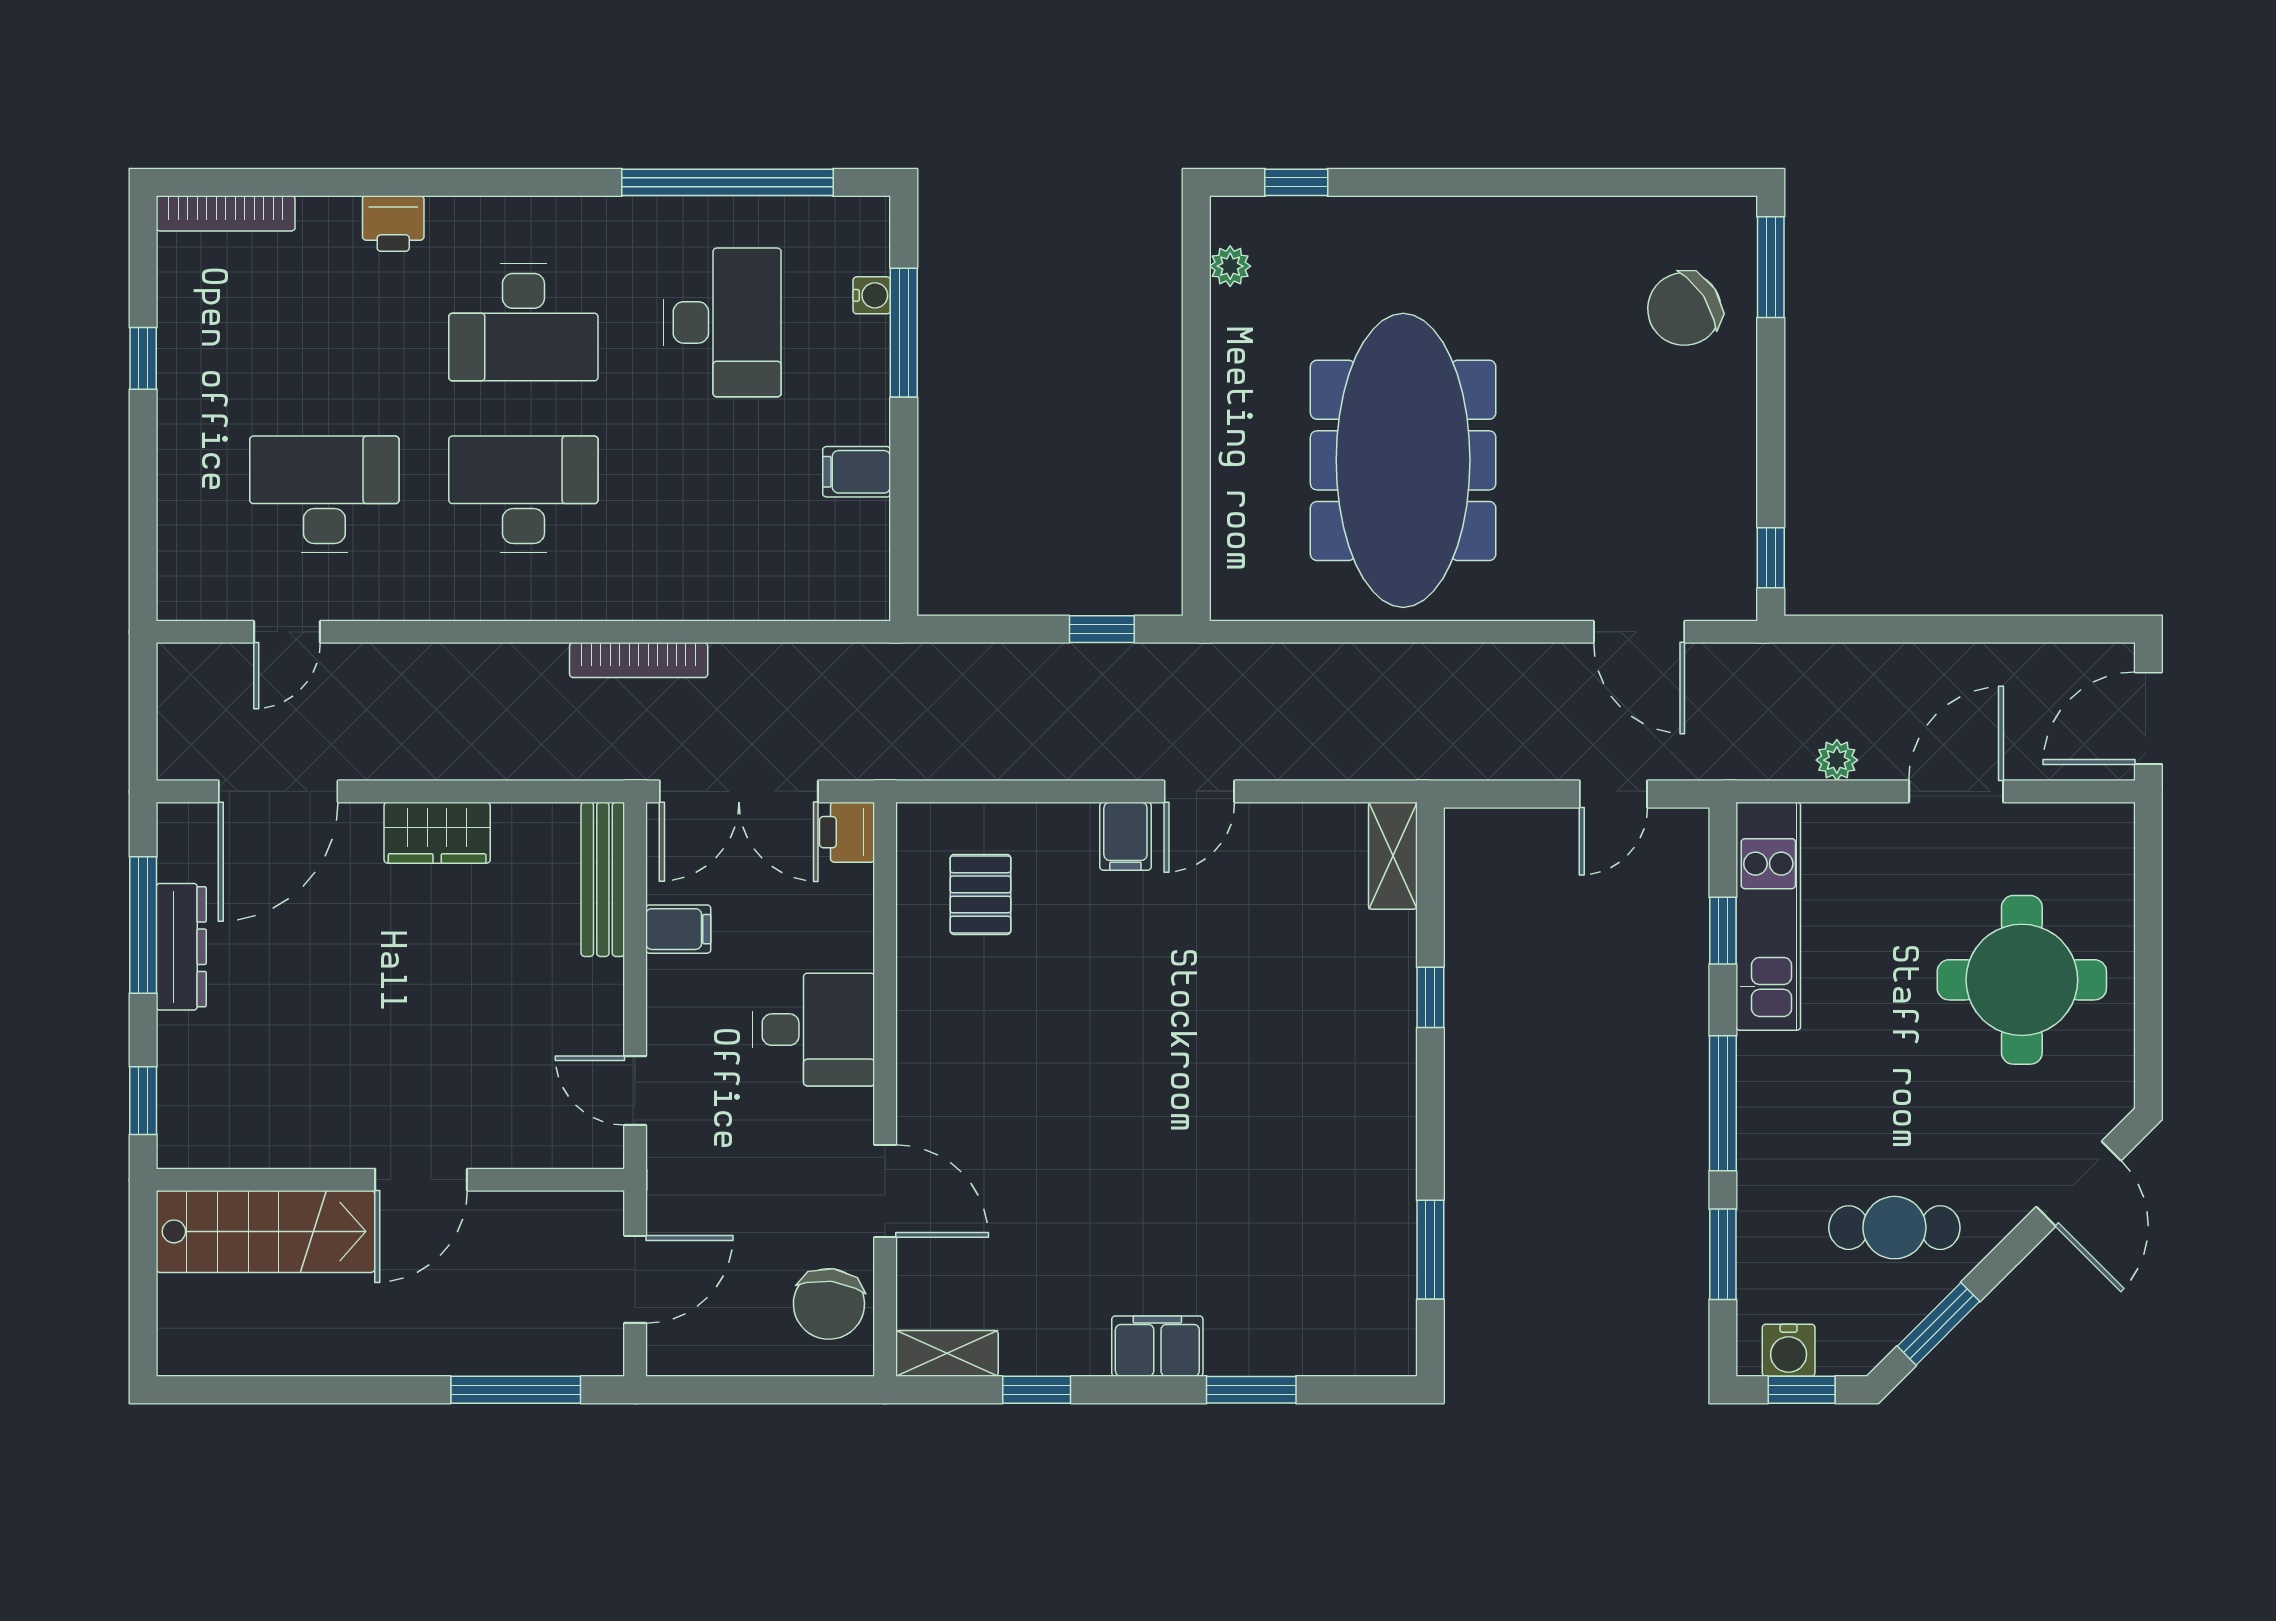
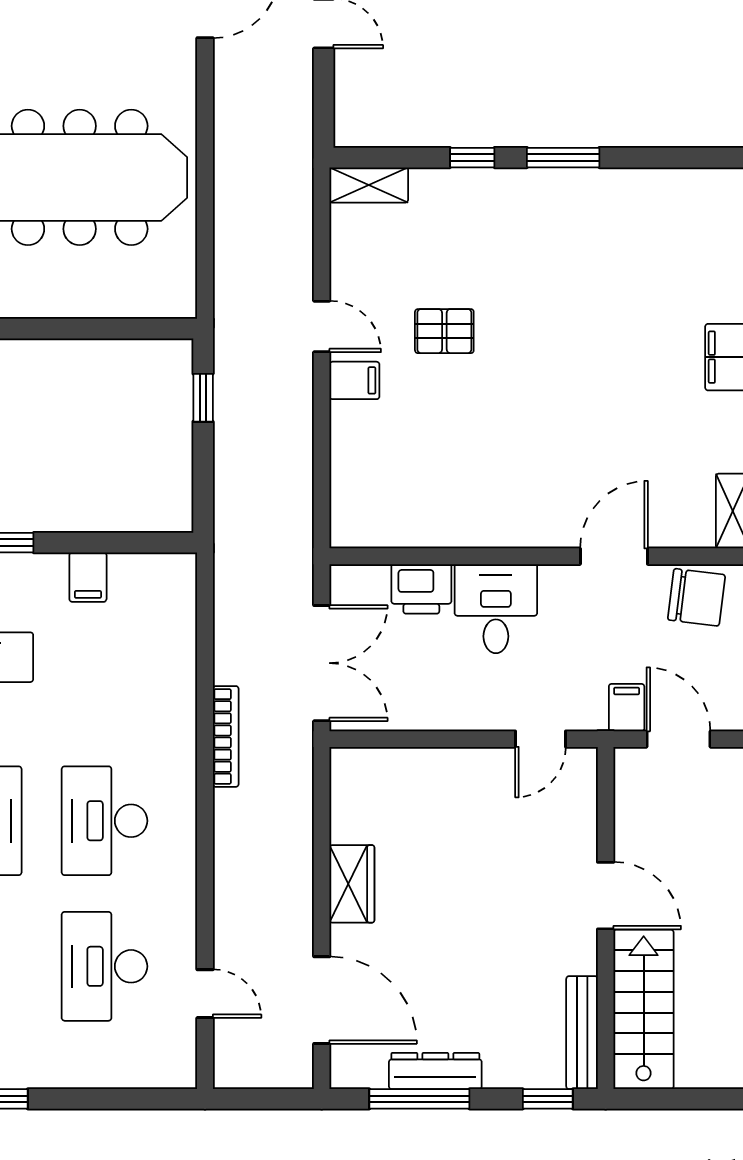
printer: (847, 832) -> (421, 589), moved, width x1.36, depth x1.24
bench: (603, 879) -> (582, 1033), moved, turned 90
pallet: (980, 894) -> (444, 331), moved
filing cabinet: (678, 929) -> (627, 708), moved
window: (1430, 1250) -> (563, 158), moved

